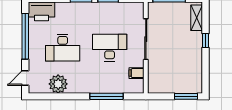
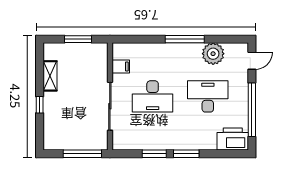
shelving: (197, 18) -> (50, 76), moved
window: (106, 96) -> (185, 39), moved
window: (186, 96) -> (78, 39), moved

